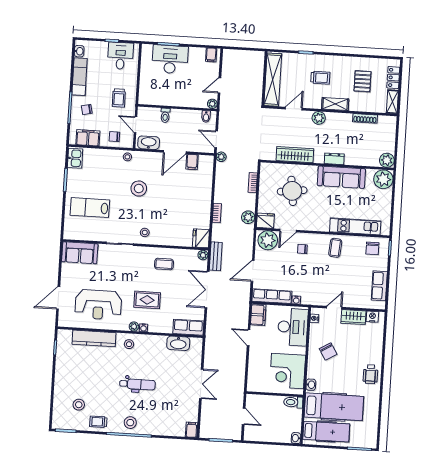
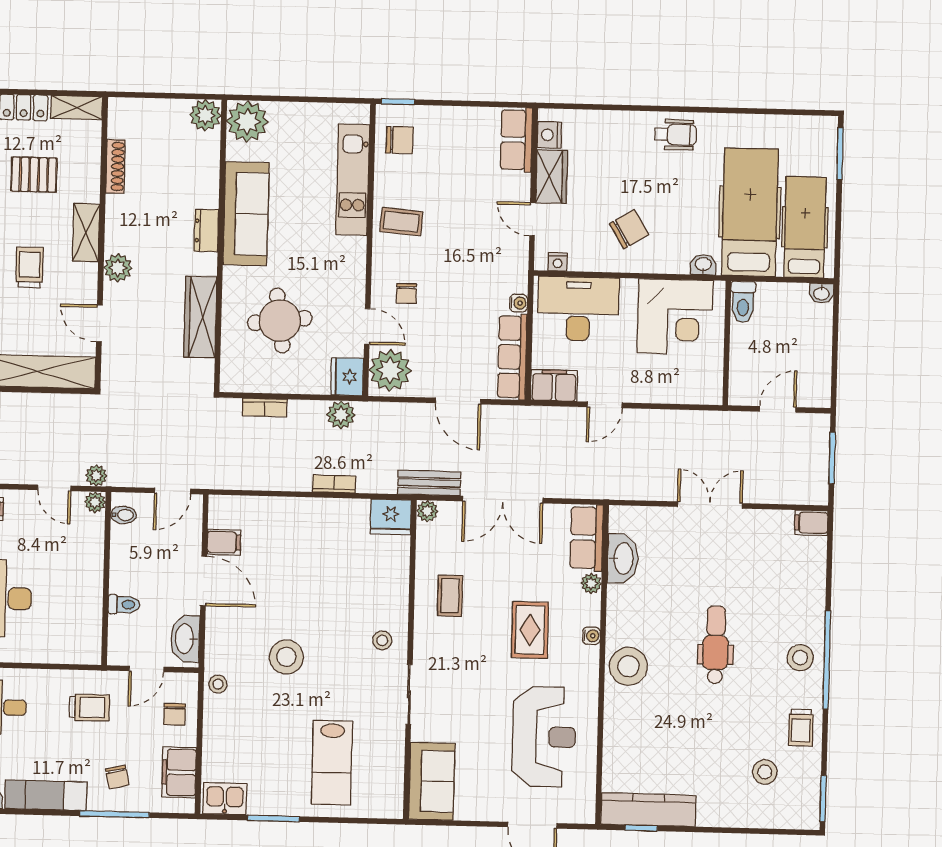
plant: (221, 157) -> (96, 476), moved
row of seats: (379, 286) -> (516, 140), moved, turned 90
plant: (134, 326) -> (591, 583), moved
kitchen counter: (94, 338) -> (648, 810), moved, turned -90
stool: (129, 344) -> (628, 666), width x1.89, depth x1.89

